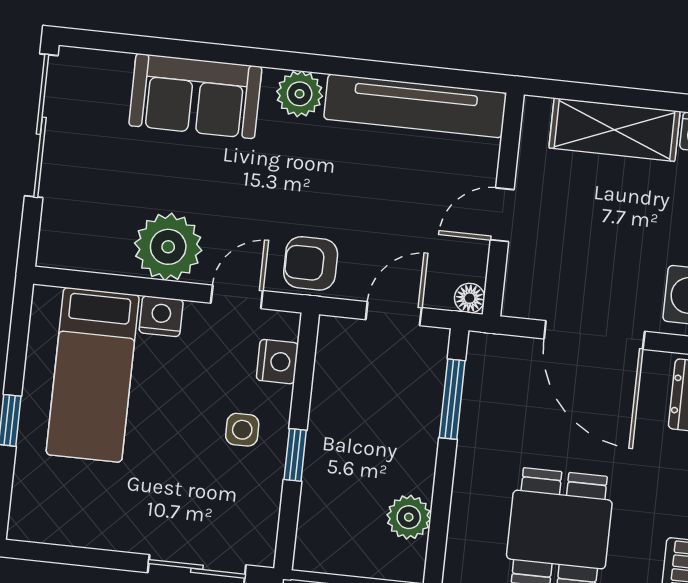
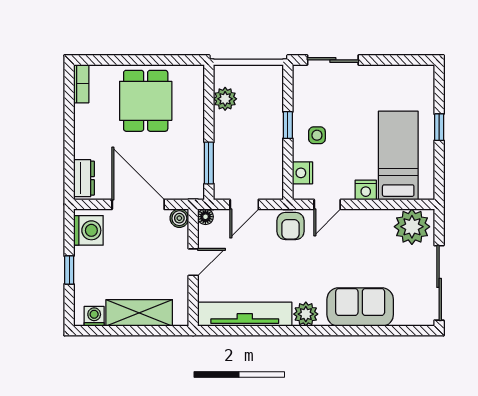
plant: (168, 247) -> (412, 227), moved
armchair: (311, 263) -> (291, 226), turned 90
boiler: (519, 301) -> (179, 218), added

